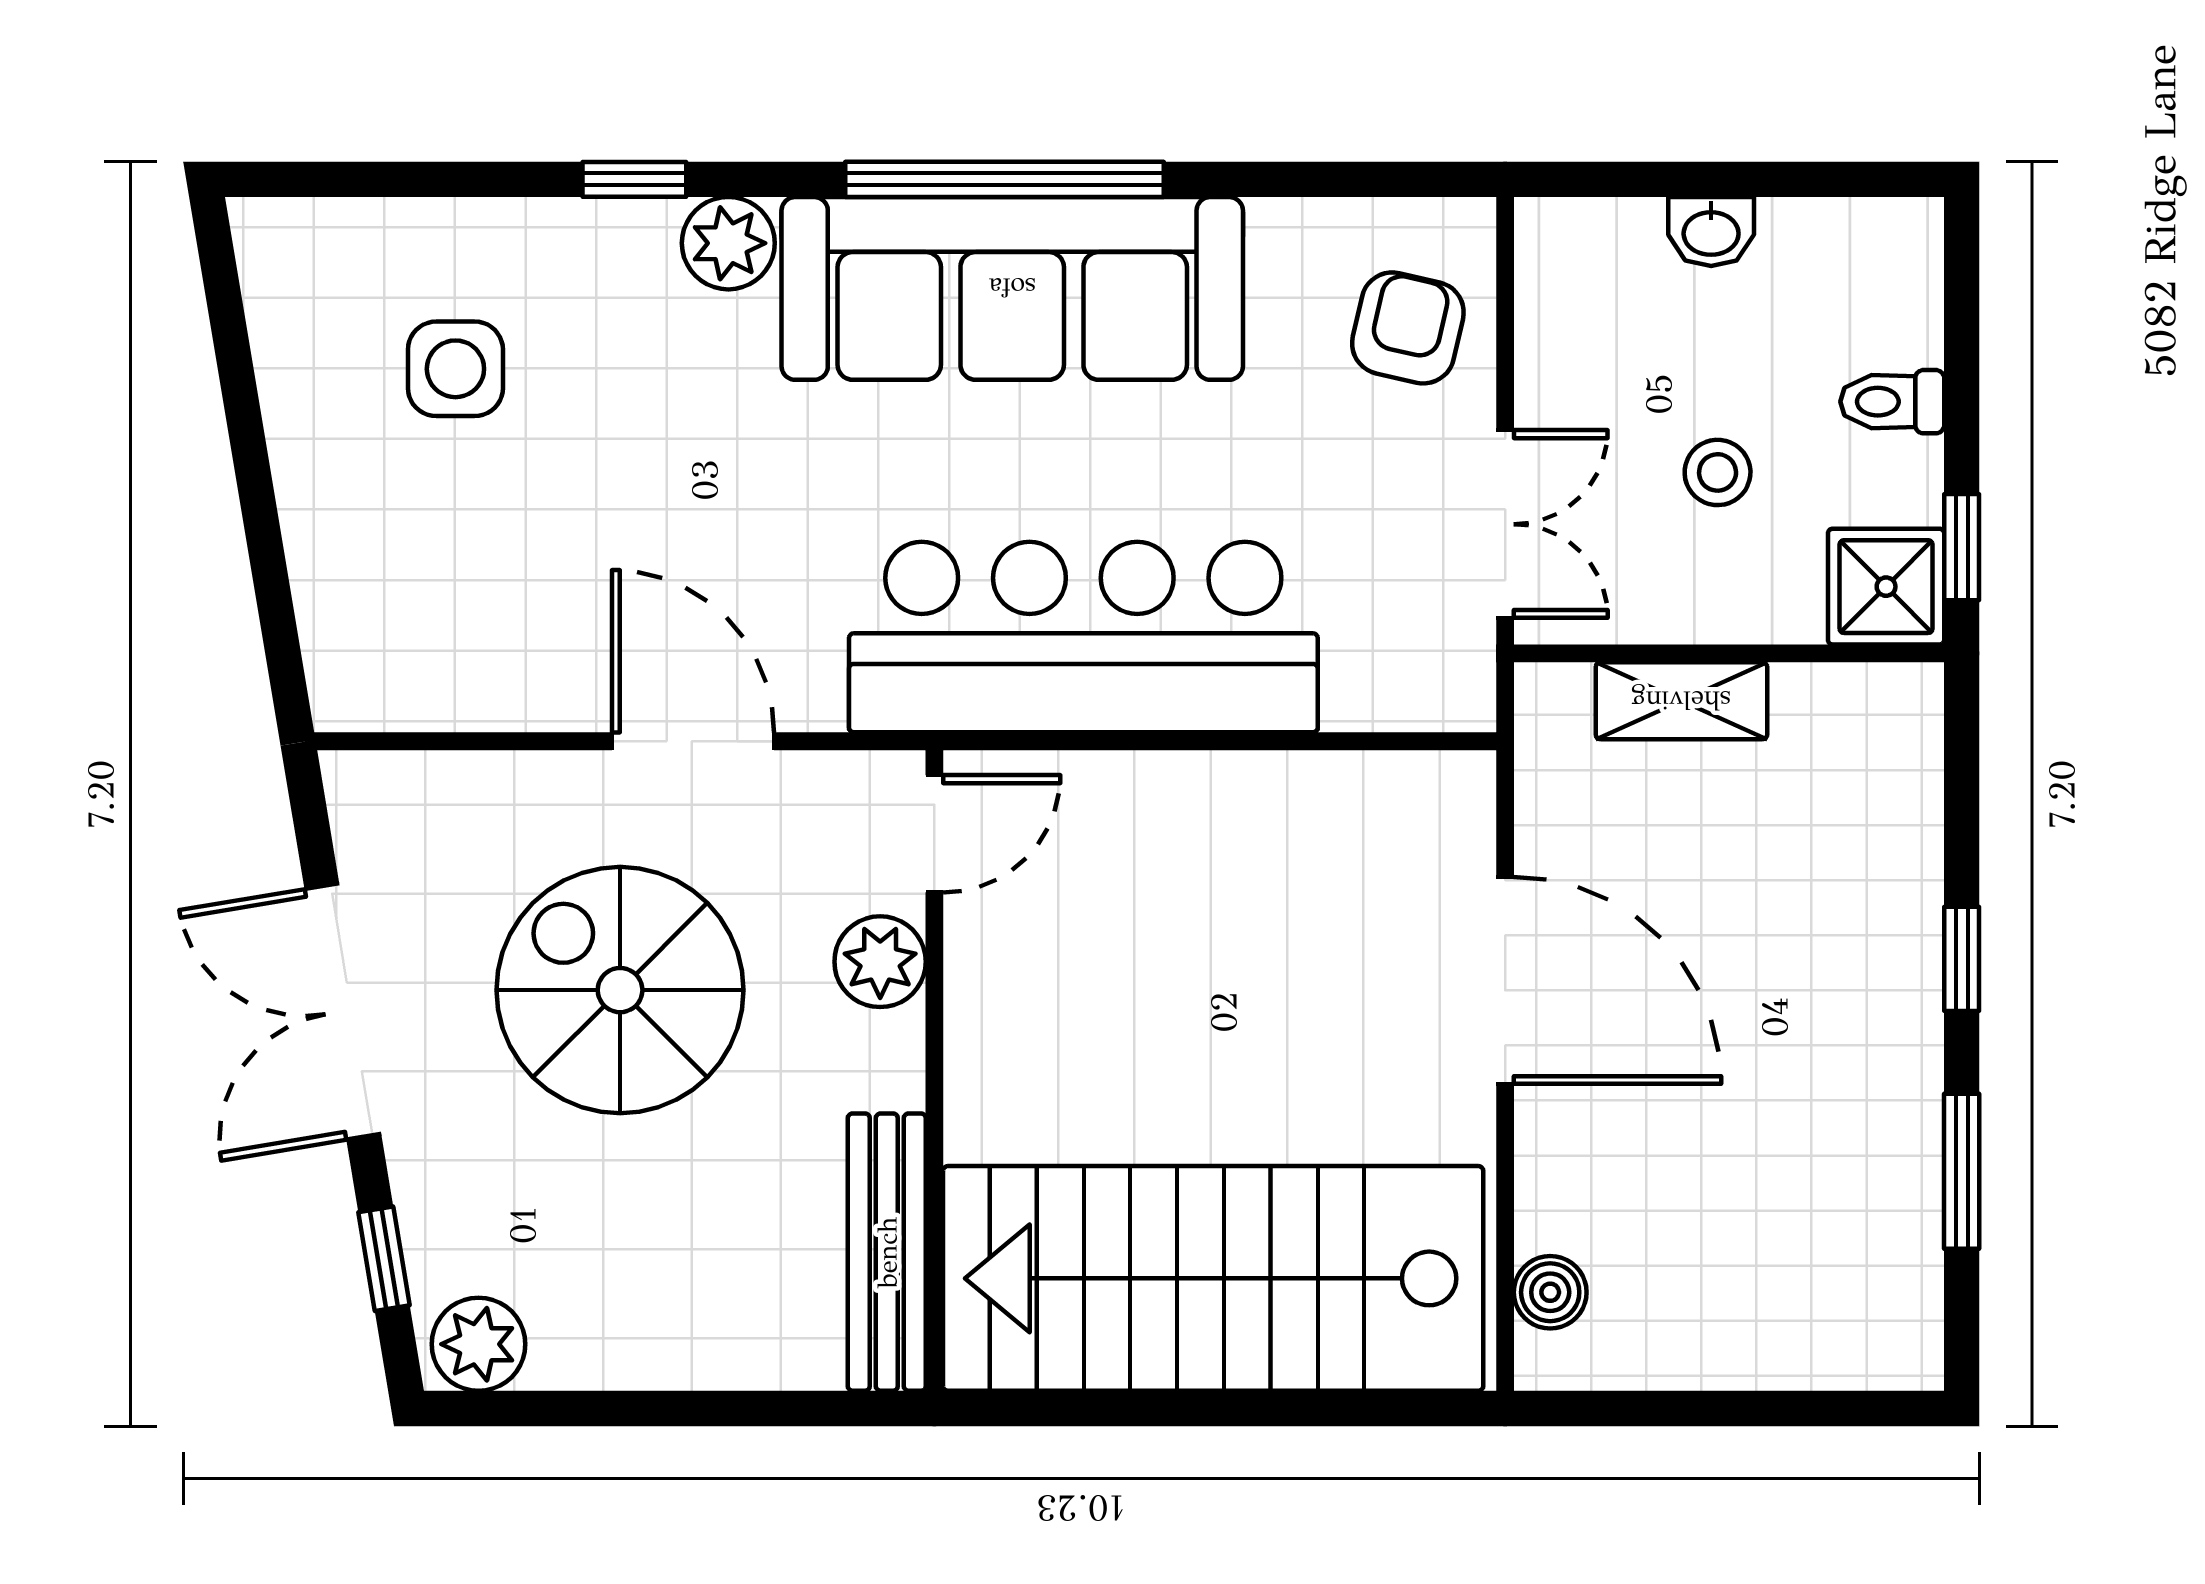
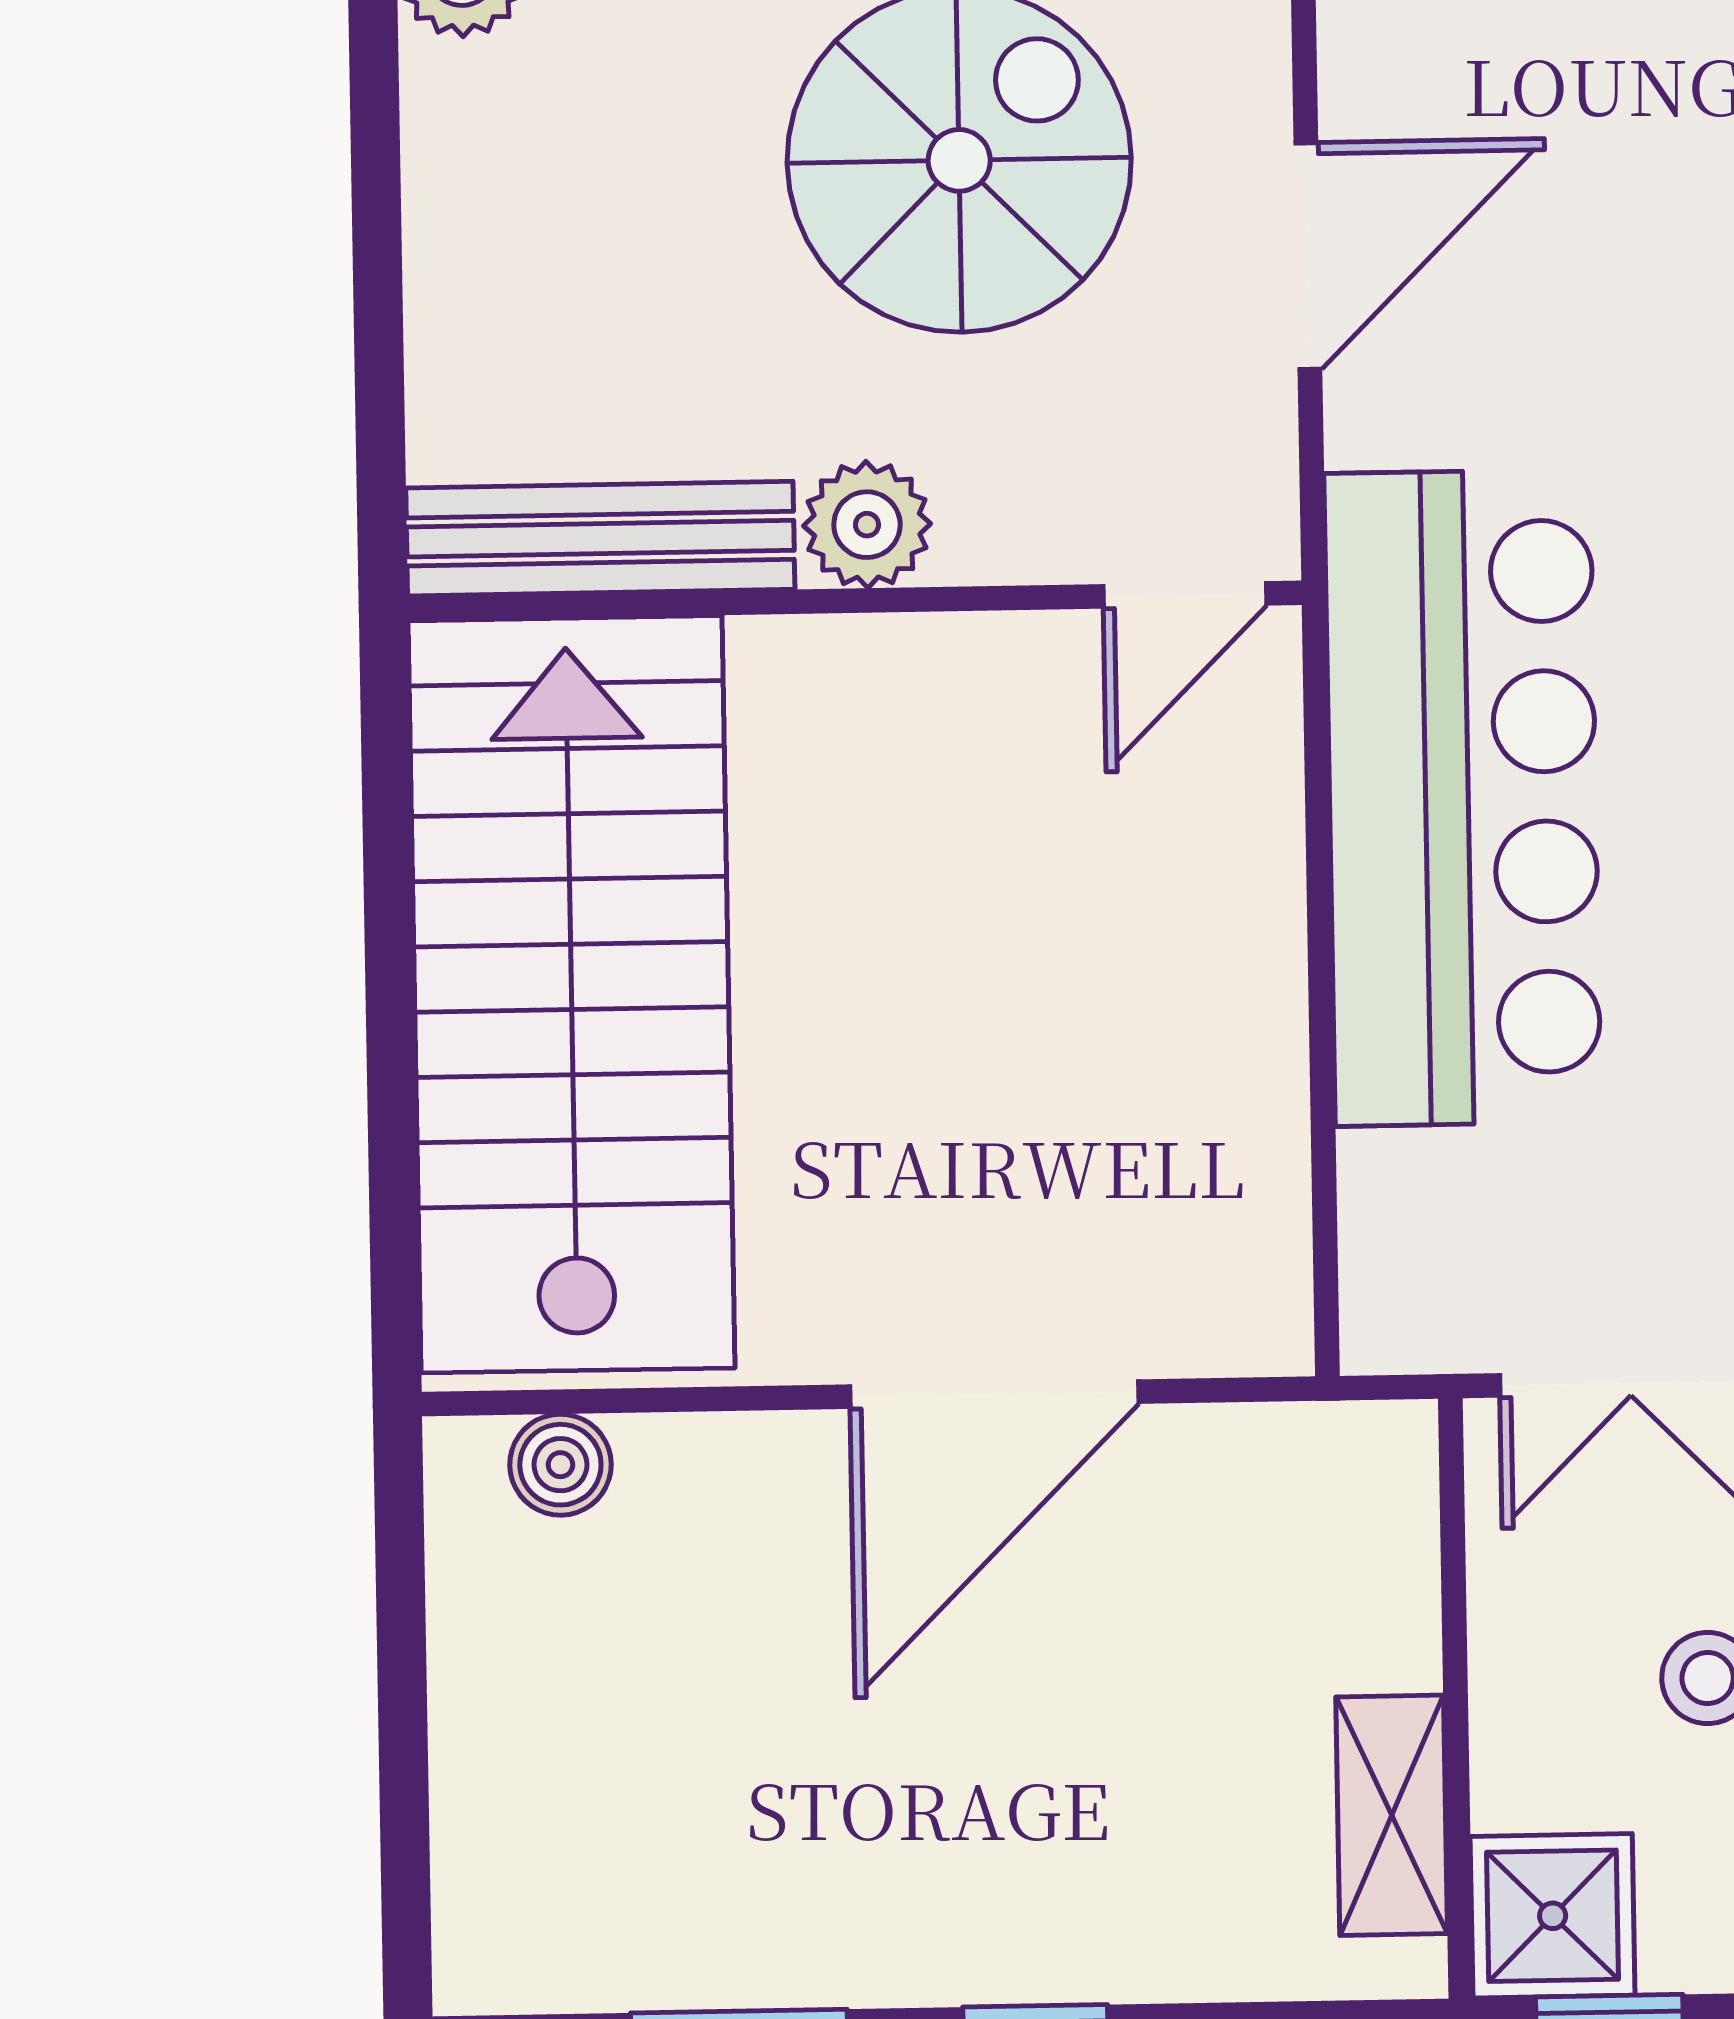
shelving: (1681, 701) -> (1392, 1815), moved
door: (934, 834) -> (1185, 595), hinge flipped
plant: (880, 962) -> (867, 525), moved

